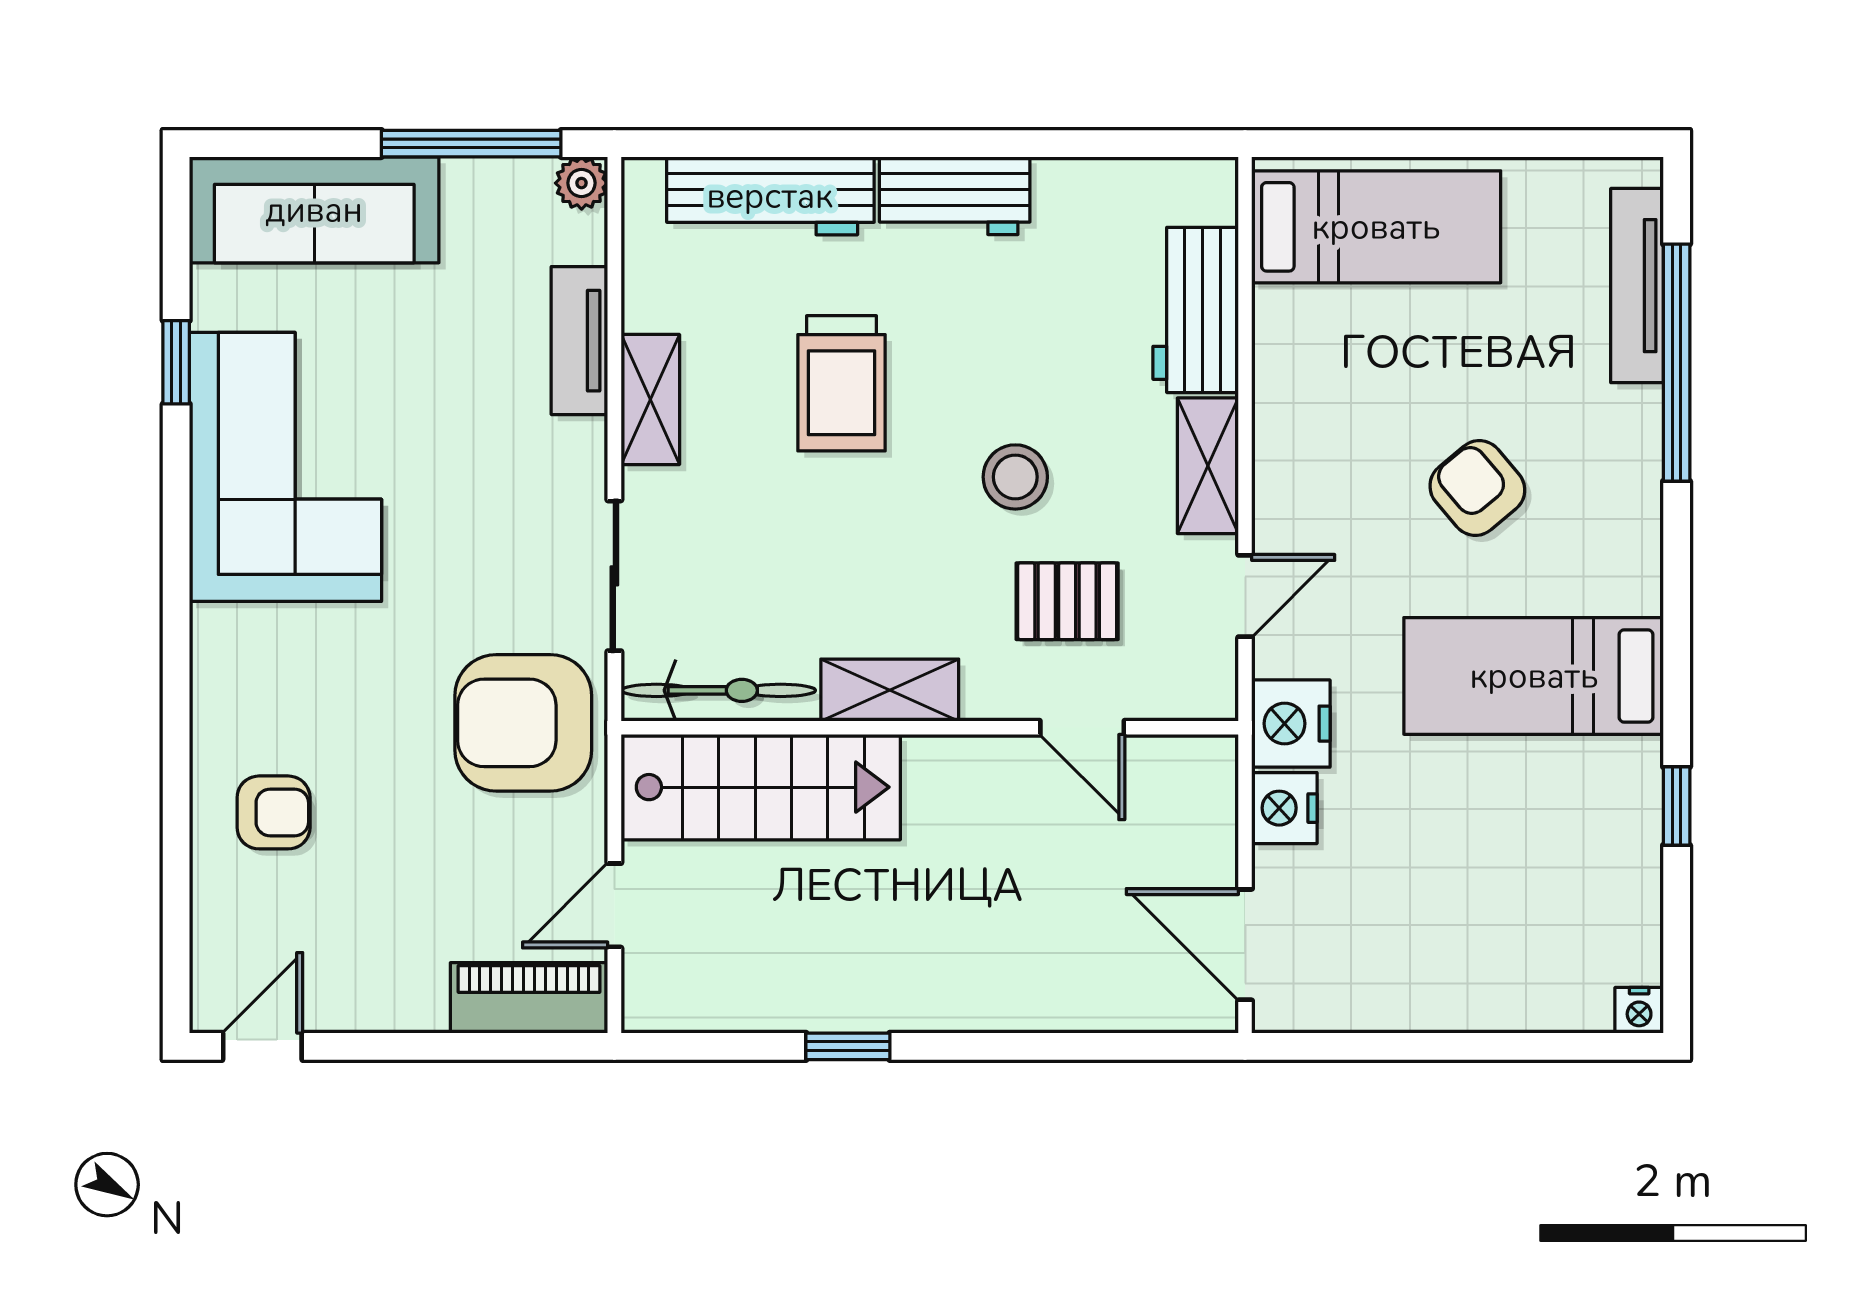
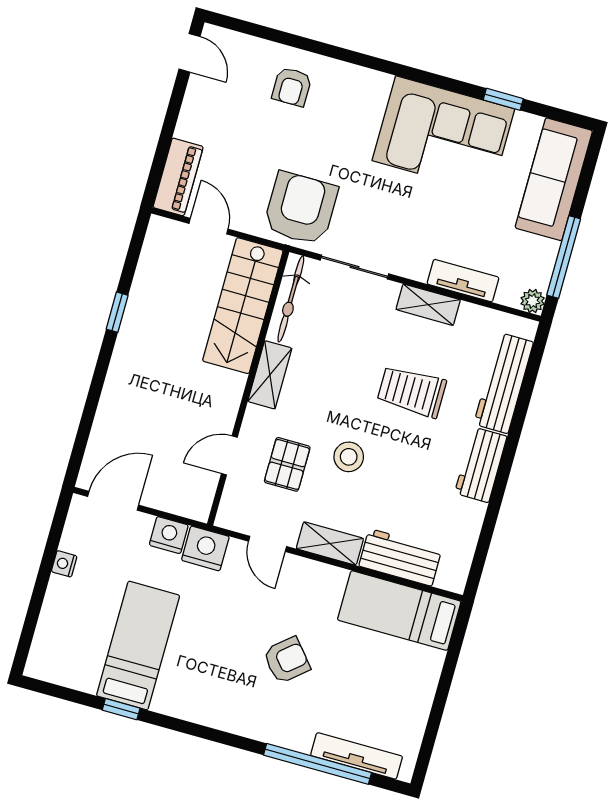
bed: (1376, 227) -> (399, 611), moved, turned 90
bed: (1534, 676) -> (138, 645), moved
nightstand: (1639, 1010) -> (64, 564), moved

